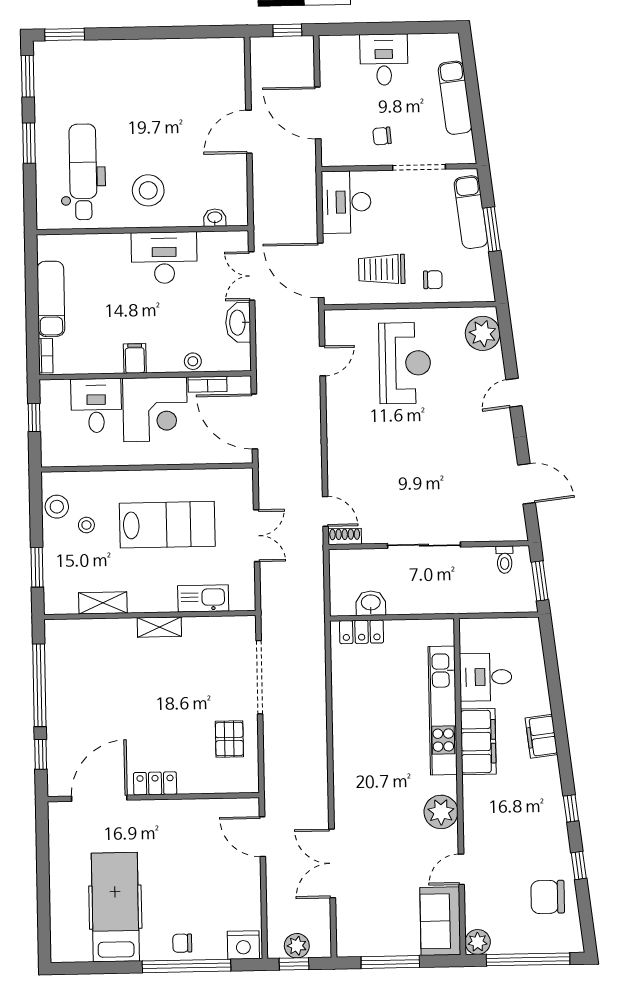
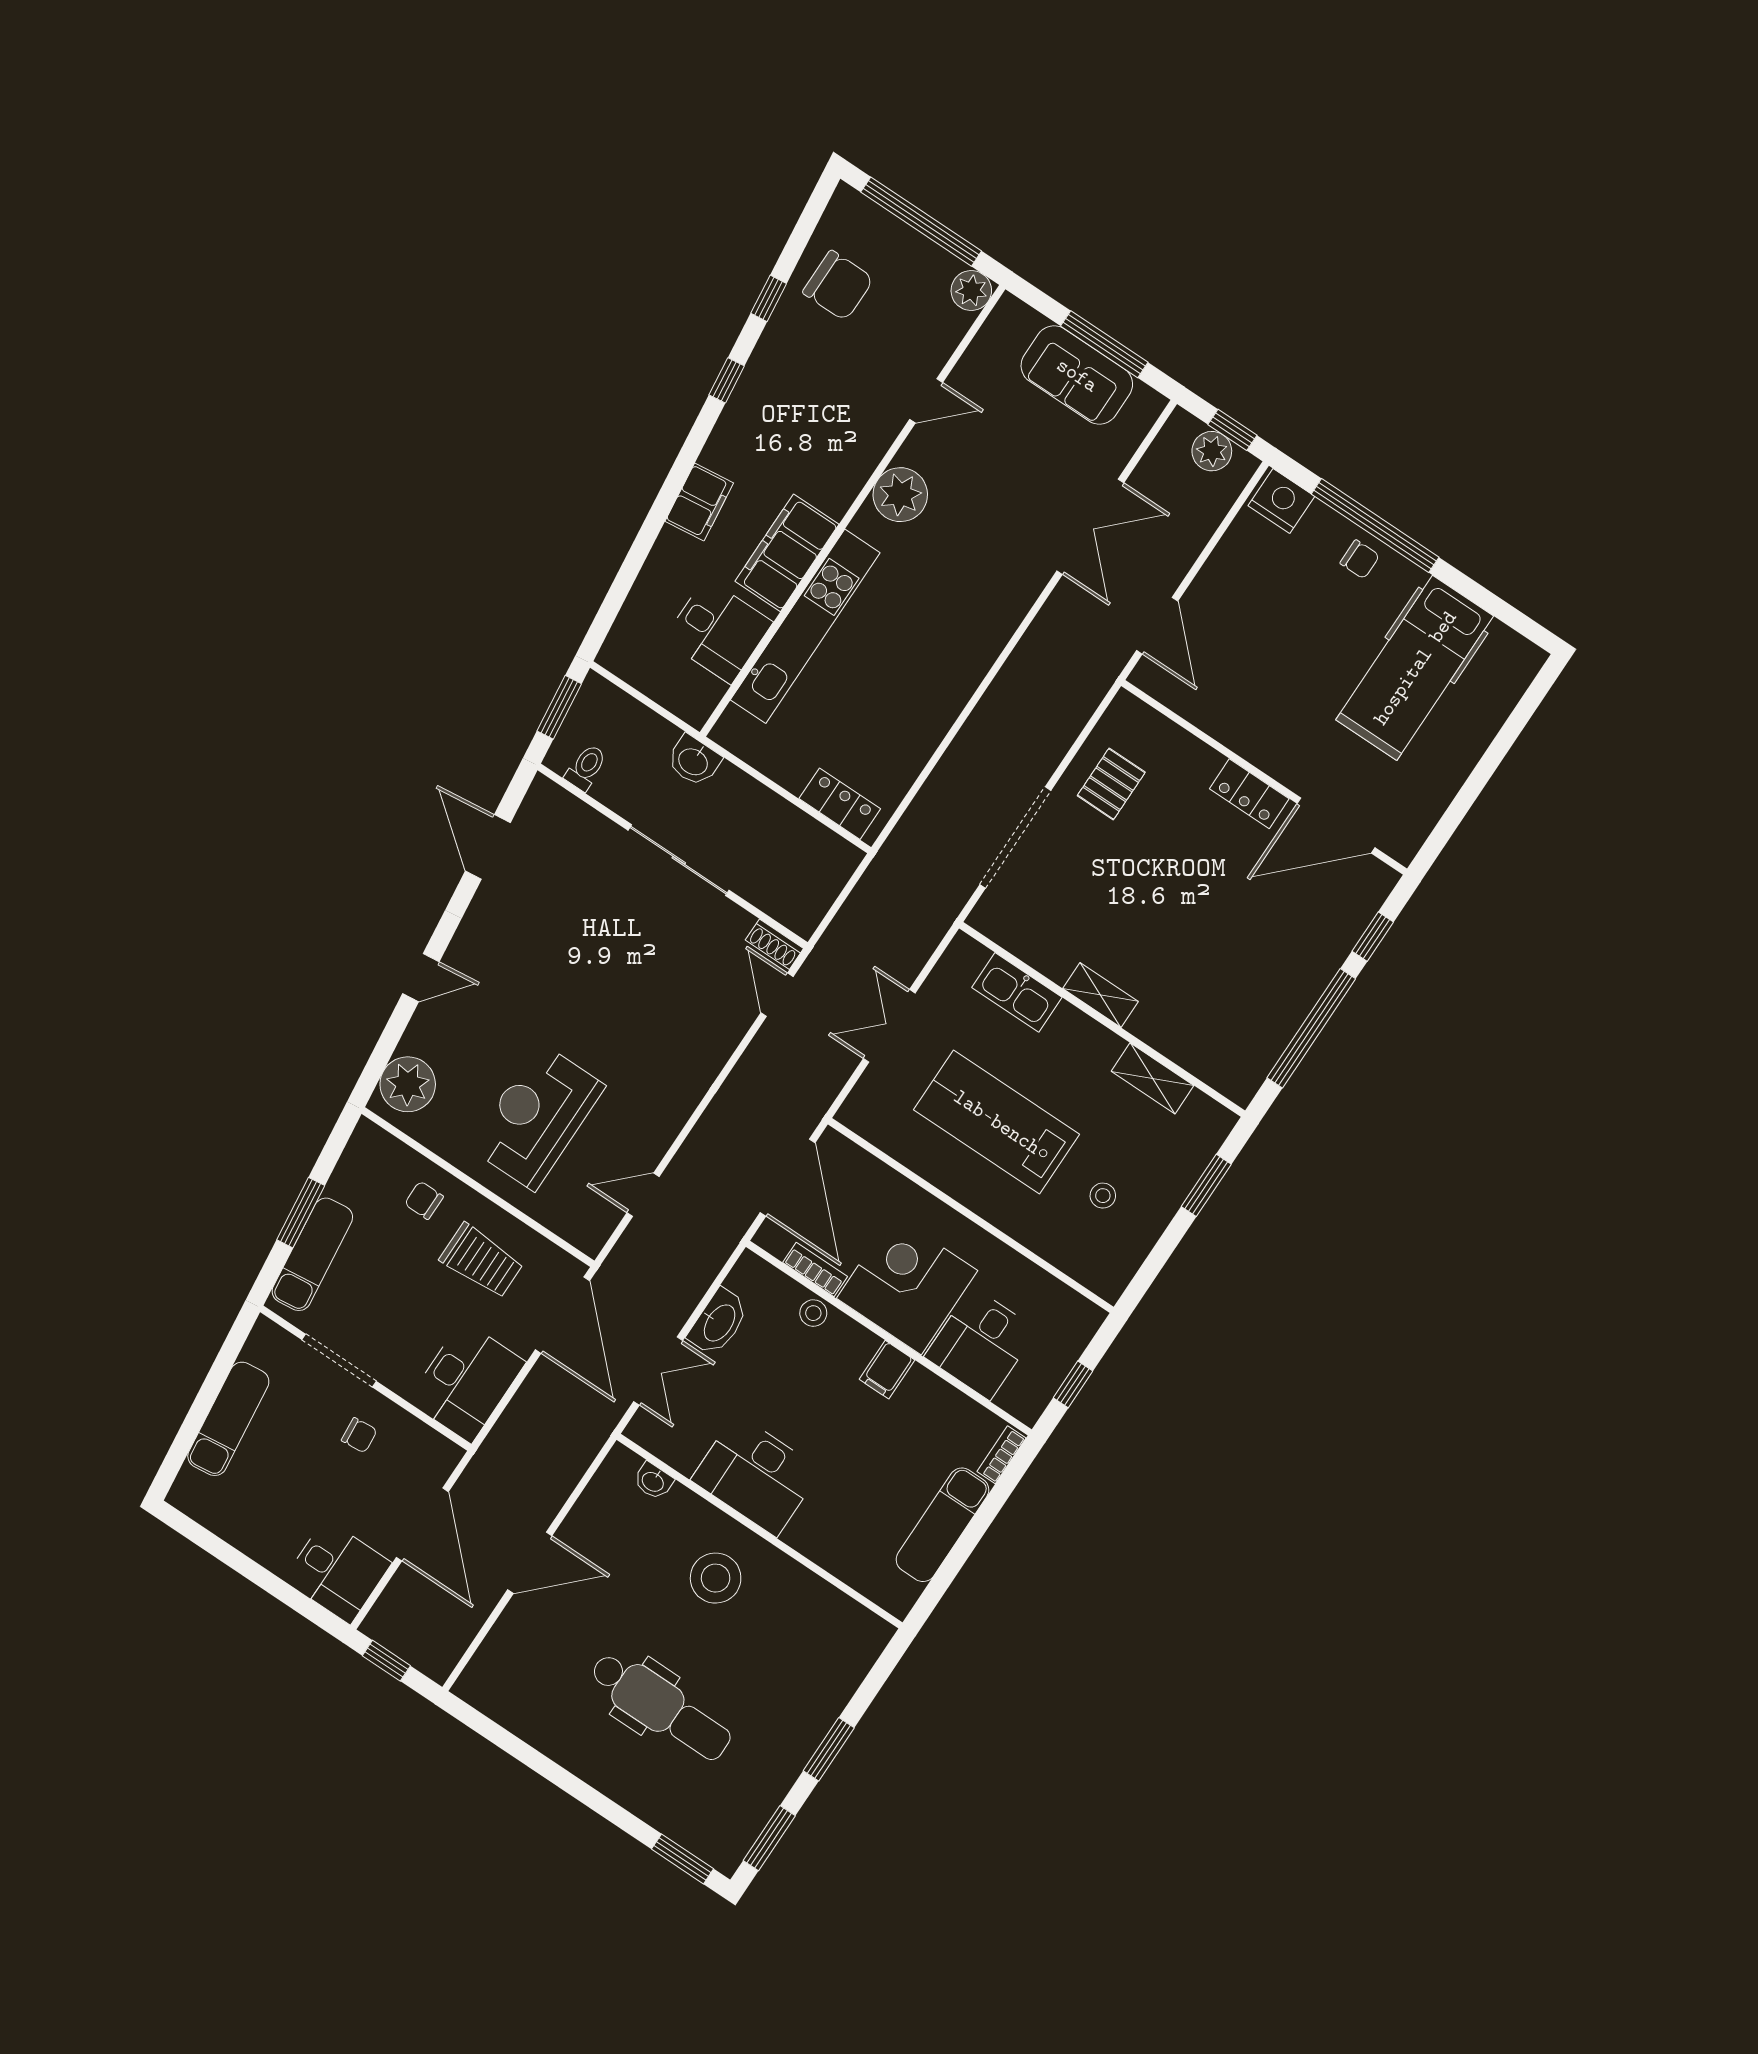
desk: (384, 60) -> (337, 1571), moved, turned -90
dental chair: (83, 172) -> (661, 1706), moved, turned -90
stool: (57, 507) -> (1125, 1247), removed
washbasin: (371, 603) -> (694, 761), moved
sofa: (440, 921) -> (1077, 375), moved, turned 90

